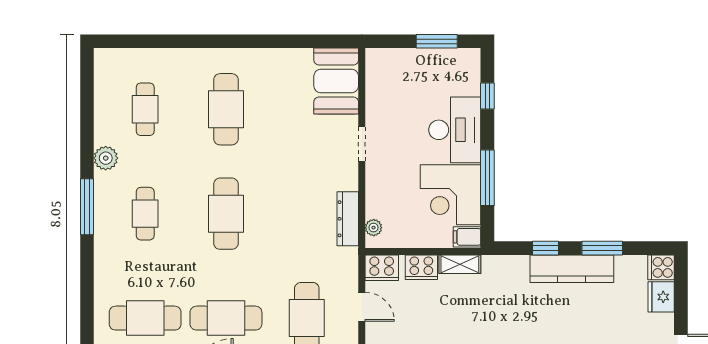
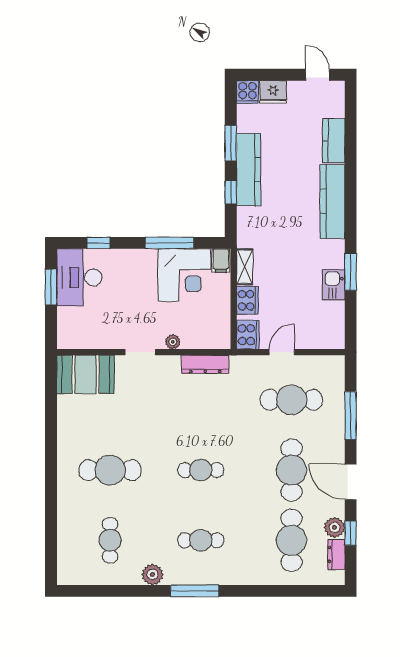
cafe table: (145, 109) -> (110, 540), turned 90
desk: (455, 130) -> (79, 277), moved, turned -90
cafe table: (226, 214) -> (201, 470), width x0.73, depth x0.74
plant: (374, 228) -> (173, 342), moved

